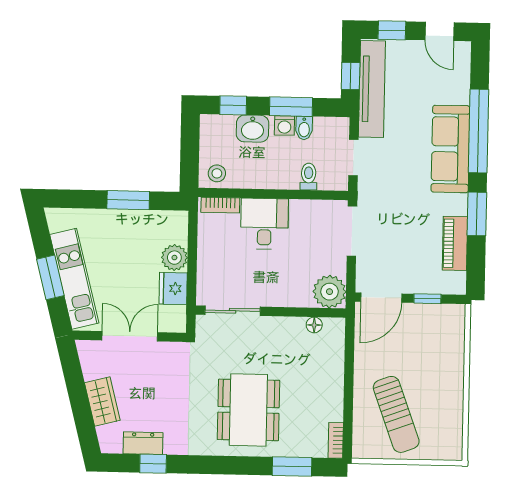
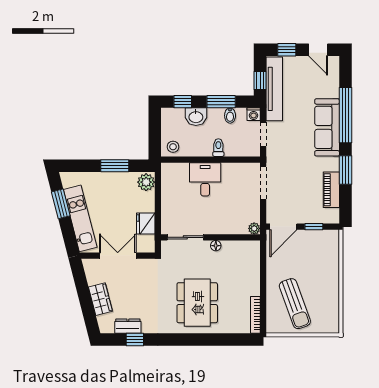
washing machine: (284, 125) -> (254, 114), moved
toilet: (309, 177) -> (218, 148), moved
bookcase: (220, 205) -> (176, 168), removed
plant: (174, 258) -> (146, 182), moved
window: (50, 277) -> (61, 204), moved
plant: (329, 292) -> (254, 228), width x0.53, depth x0.53
floor lamp: (314, 325) -> (216, 246), moved
bookcase: (336, 440) -> (255, 315), width x1.56
window: (292, 467) -> (227, 340), removed

